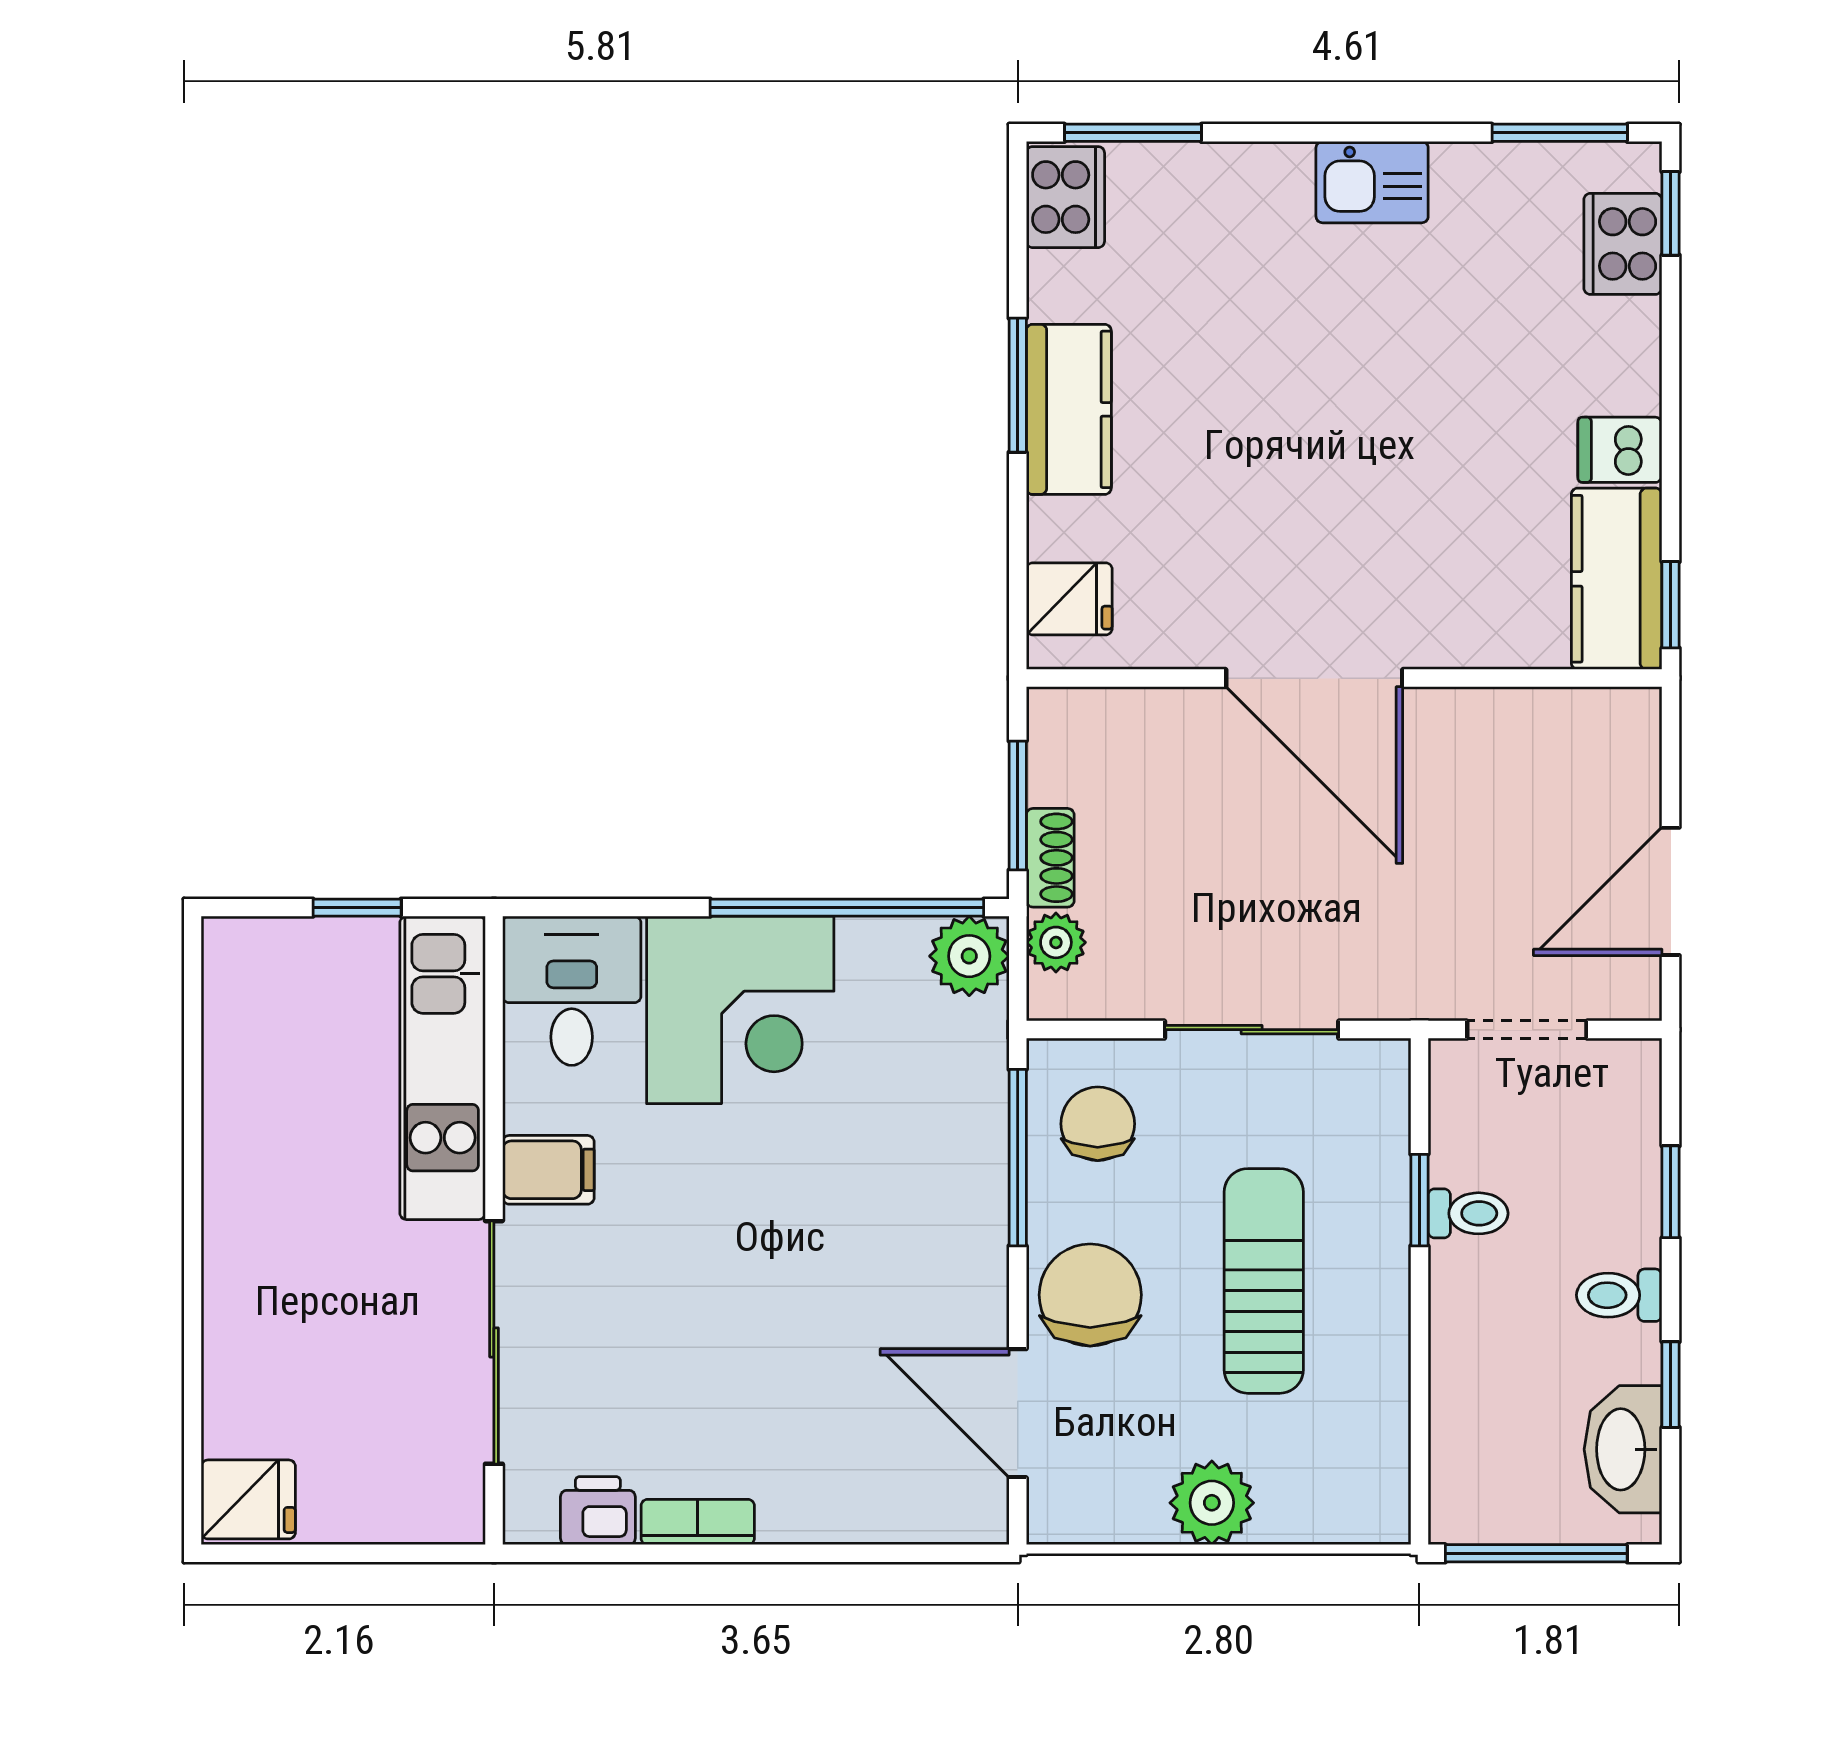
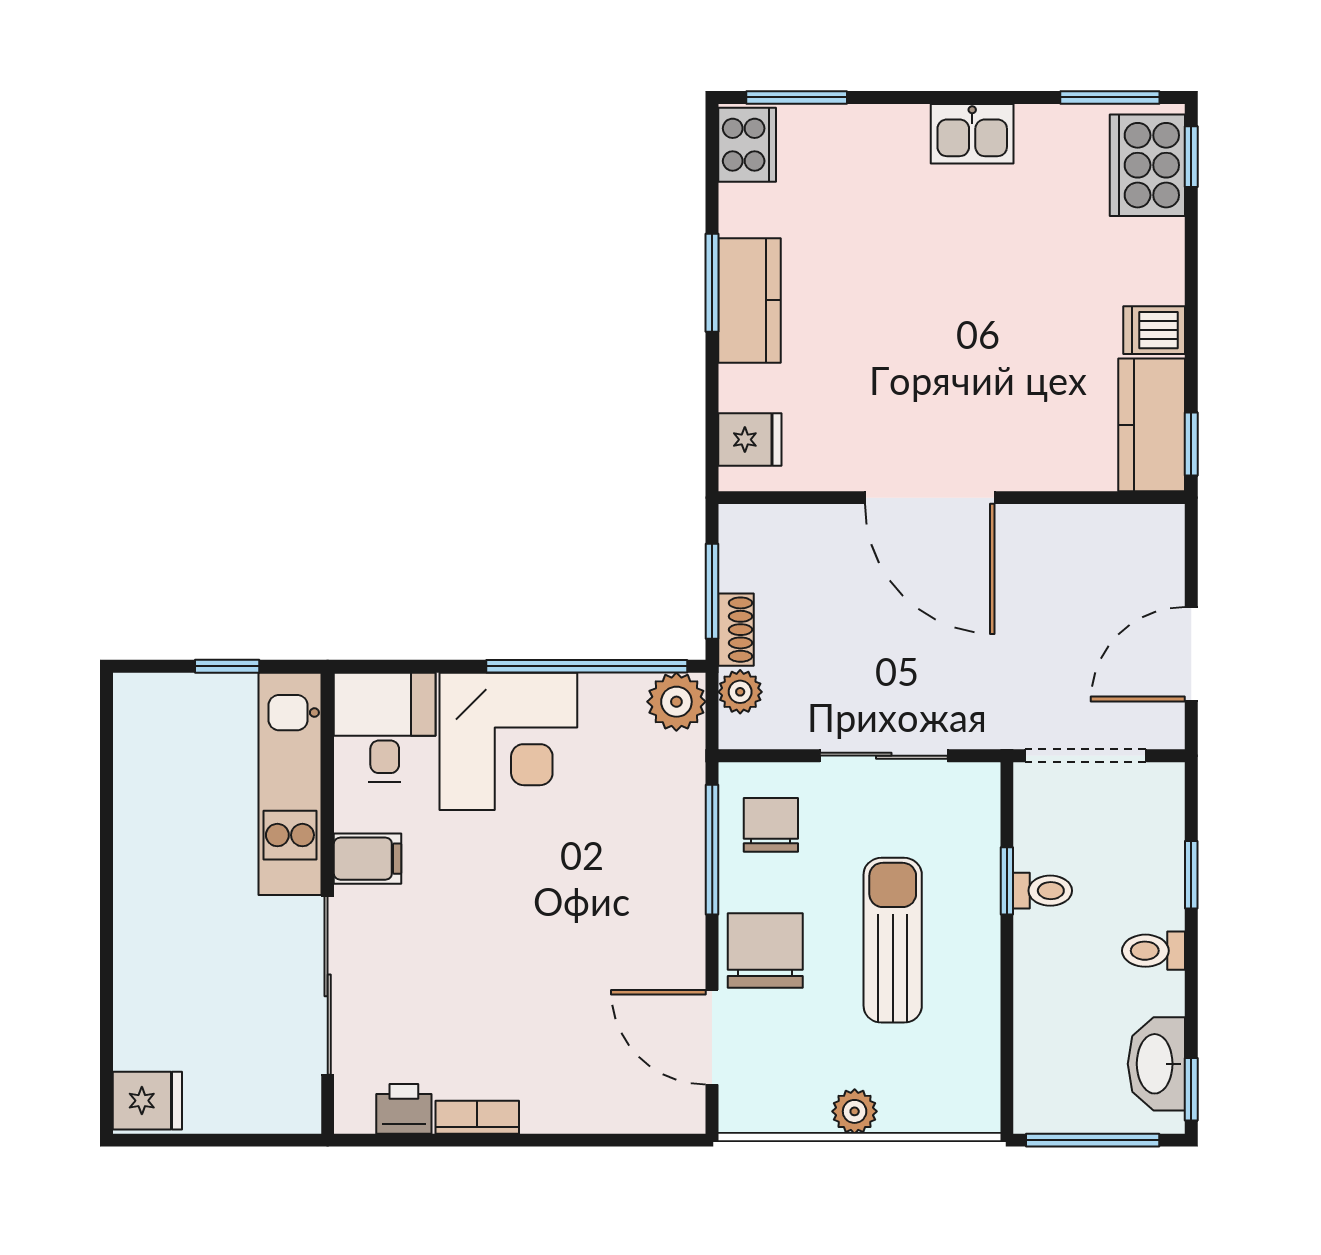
cooker: (1623, 244) -> (1147, 165), width x1.37, depth x1.31
doorway: (1527, 1030) -> (1086, 756), width x1.38
window: (1671, 1385) -> (1191, 1089), moved
plant: (1212, 1503) -> (855, 1111), width x0.73, depth x0.73

